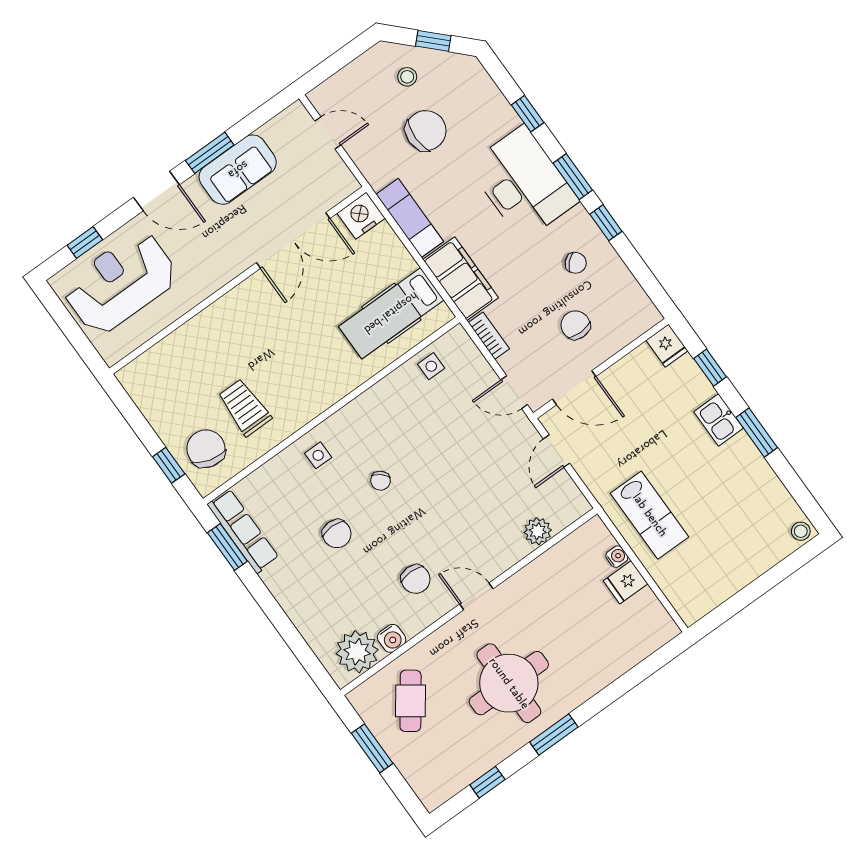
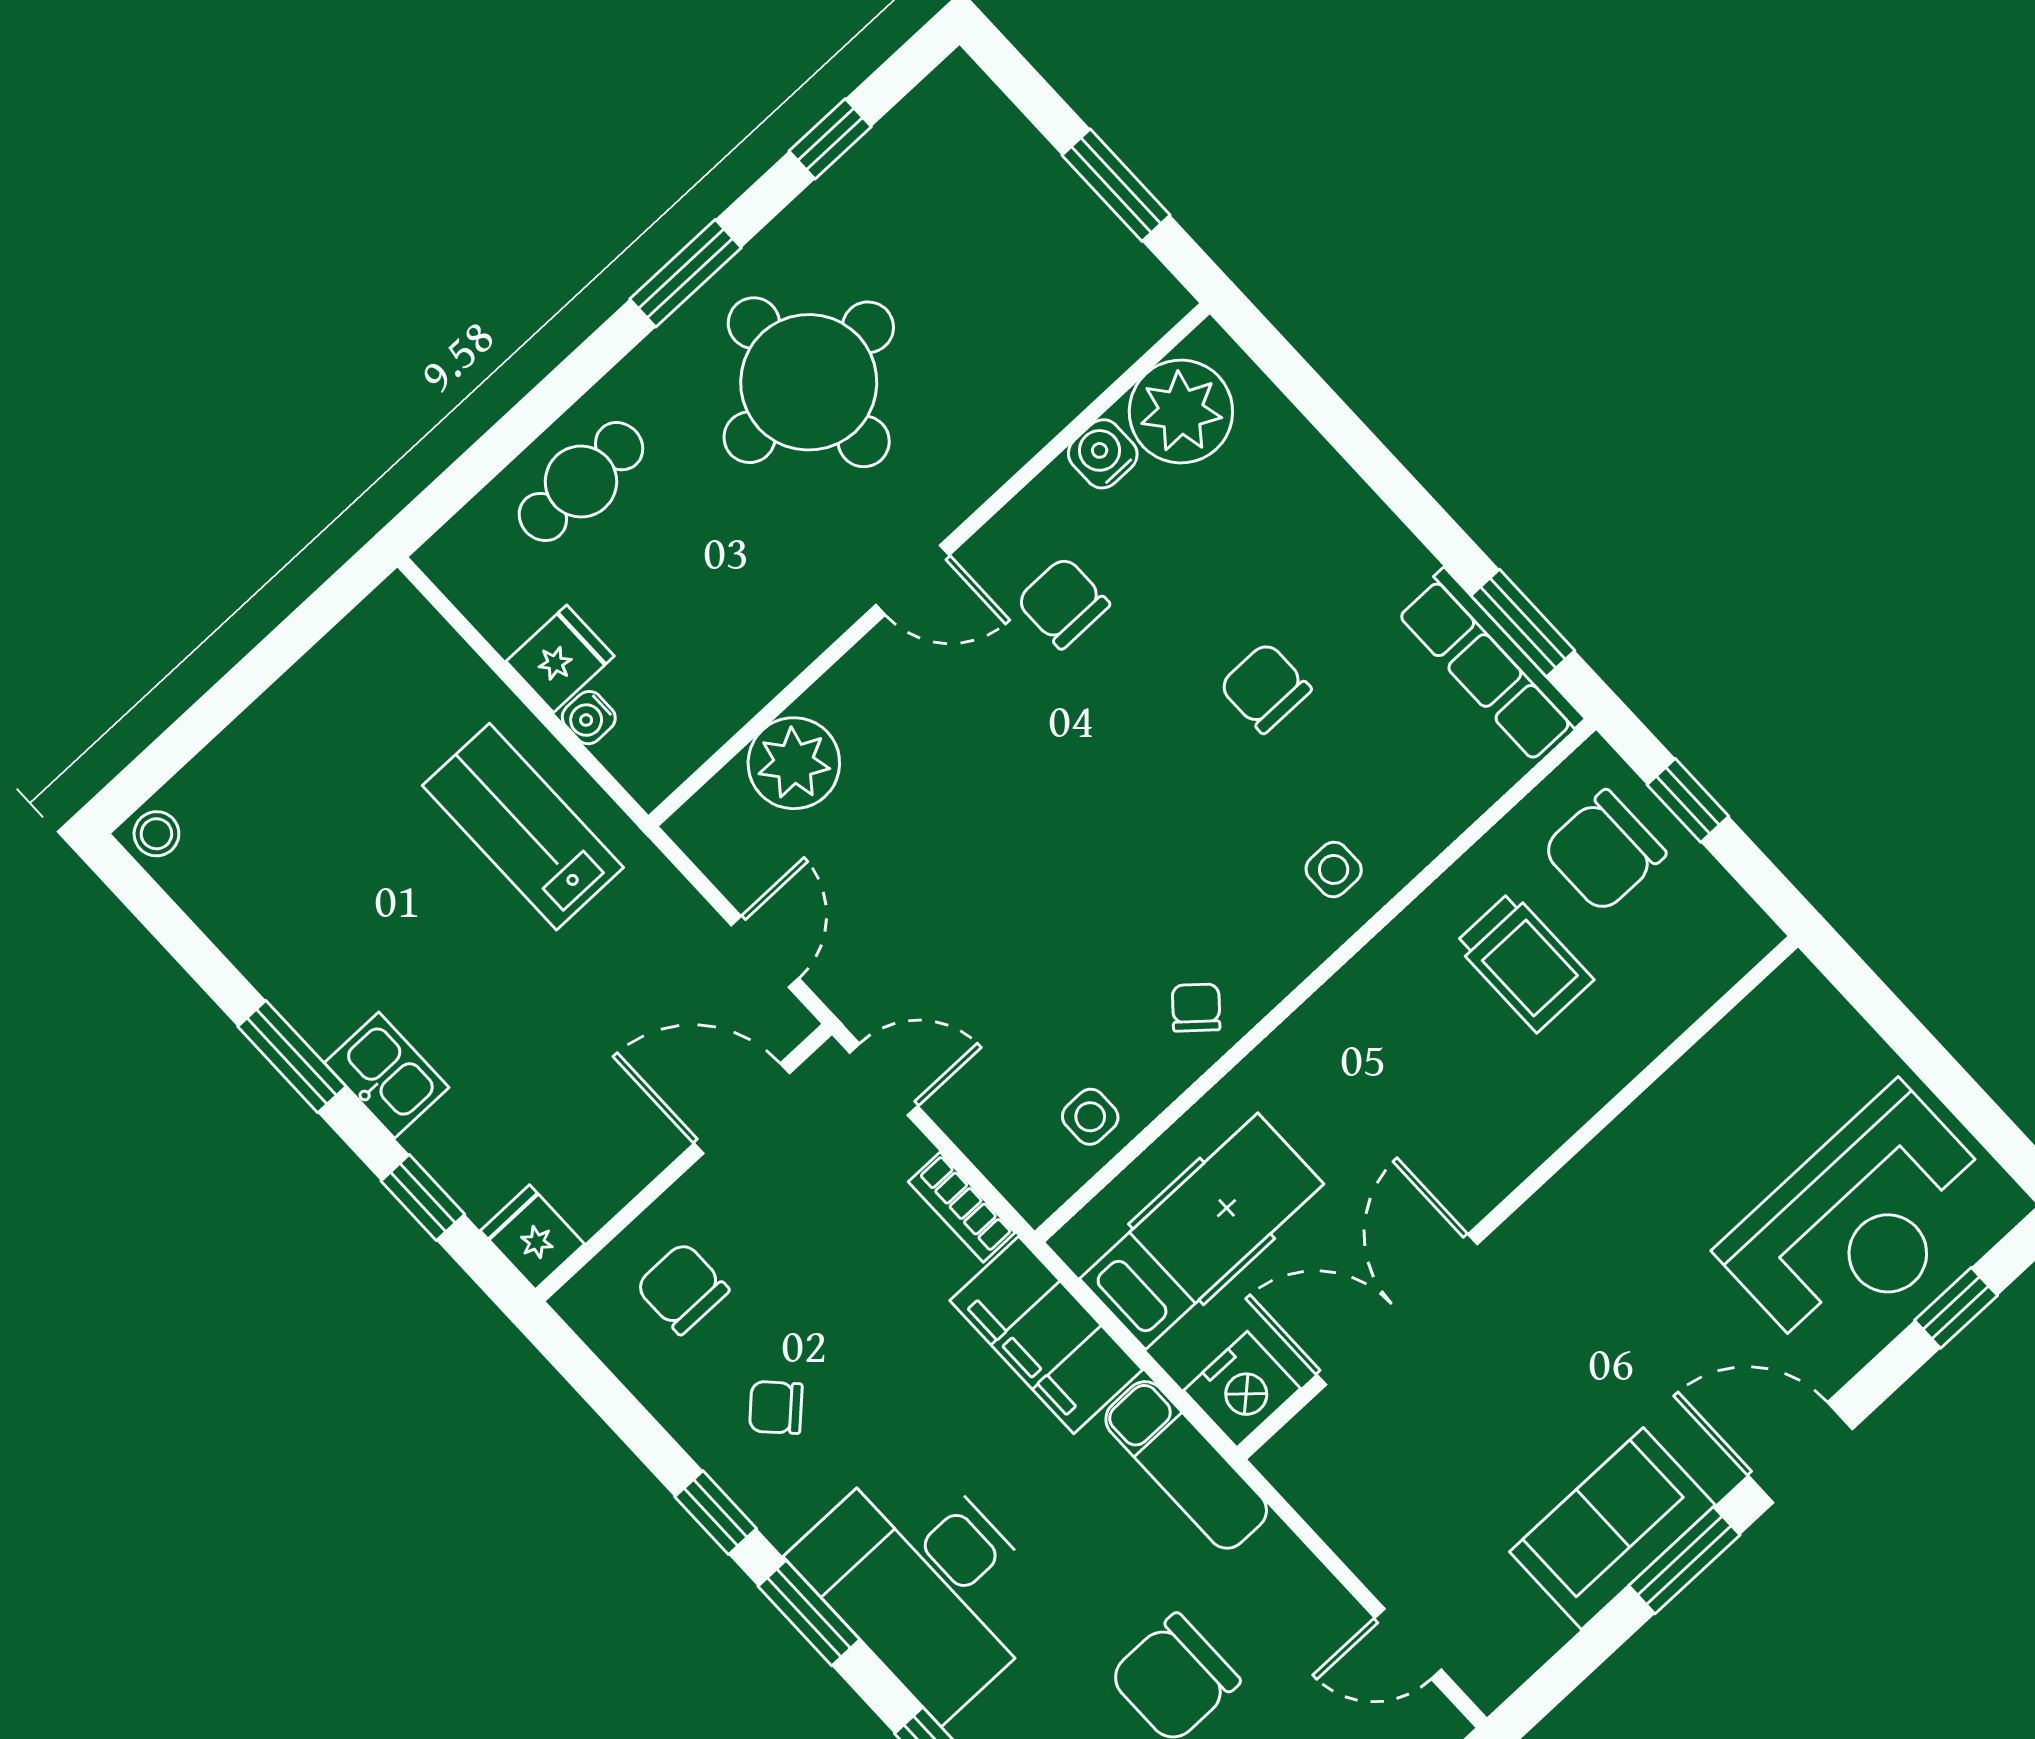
nightstand: (361, 216) -> (1242, 1389), moved
double door: (293, 240) -> (1397, 1310), moved
wall: (238, 280) -> (1517, 1198), moved
chair: (575, 325) -> (682, 1288), moved, turned 180
chair: (206, 449) -> (1604, 851), turned 75
chair: (381, 481) -> (1196, 1008), moved
plant: (538, 531) -> (794, 763), width x1.36, depth x1.36
cafe table: (411, 701) -> (581, 482), moved, turned 54

